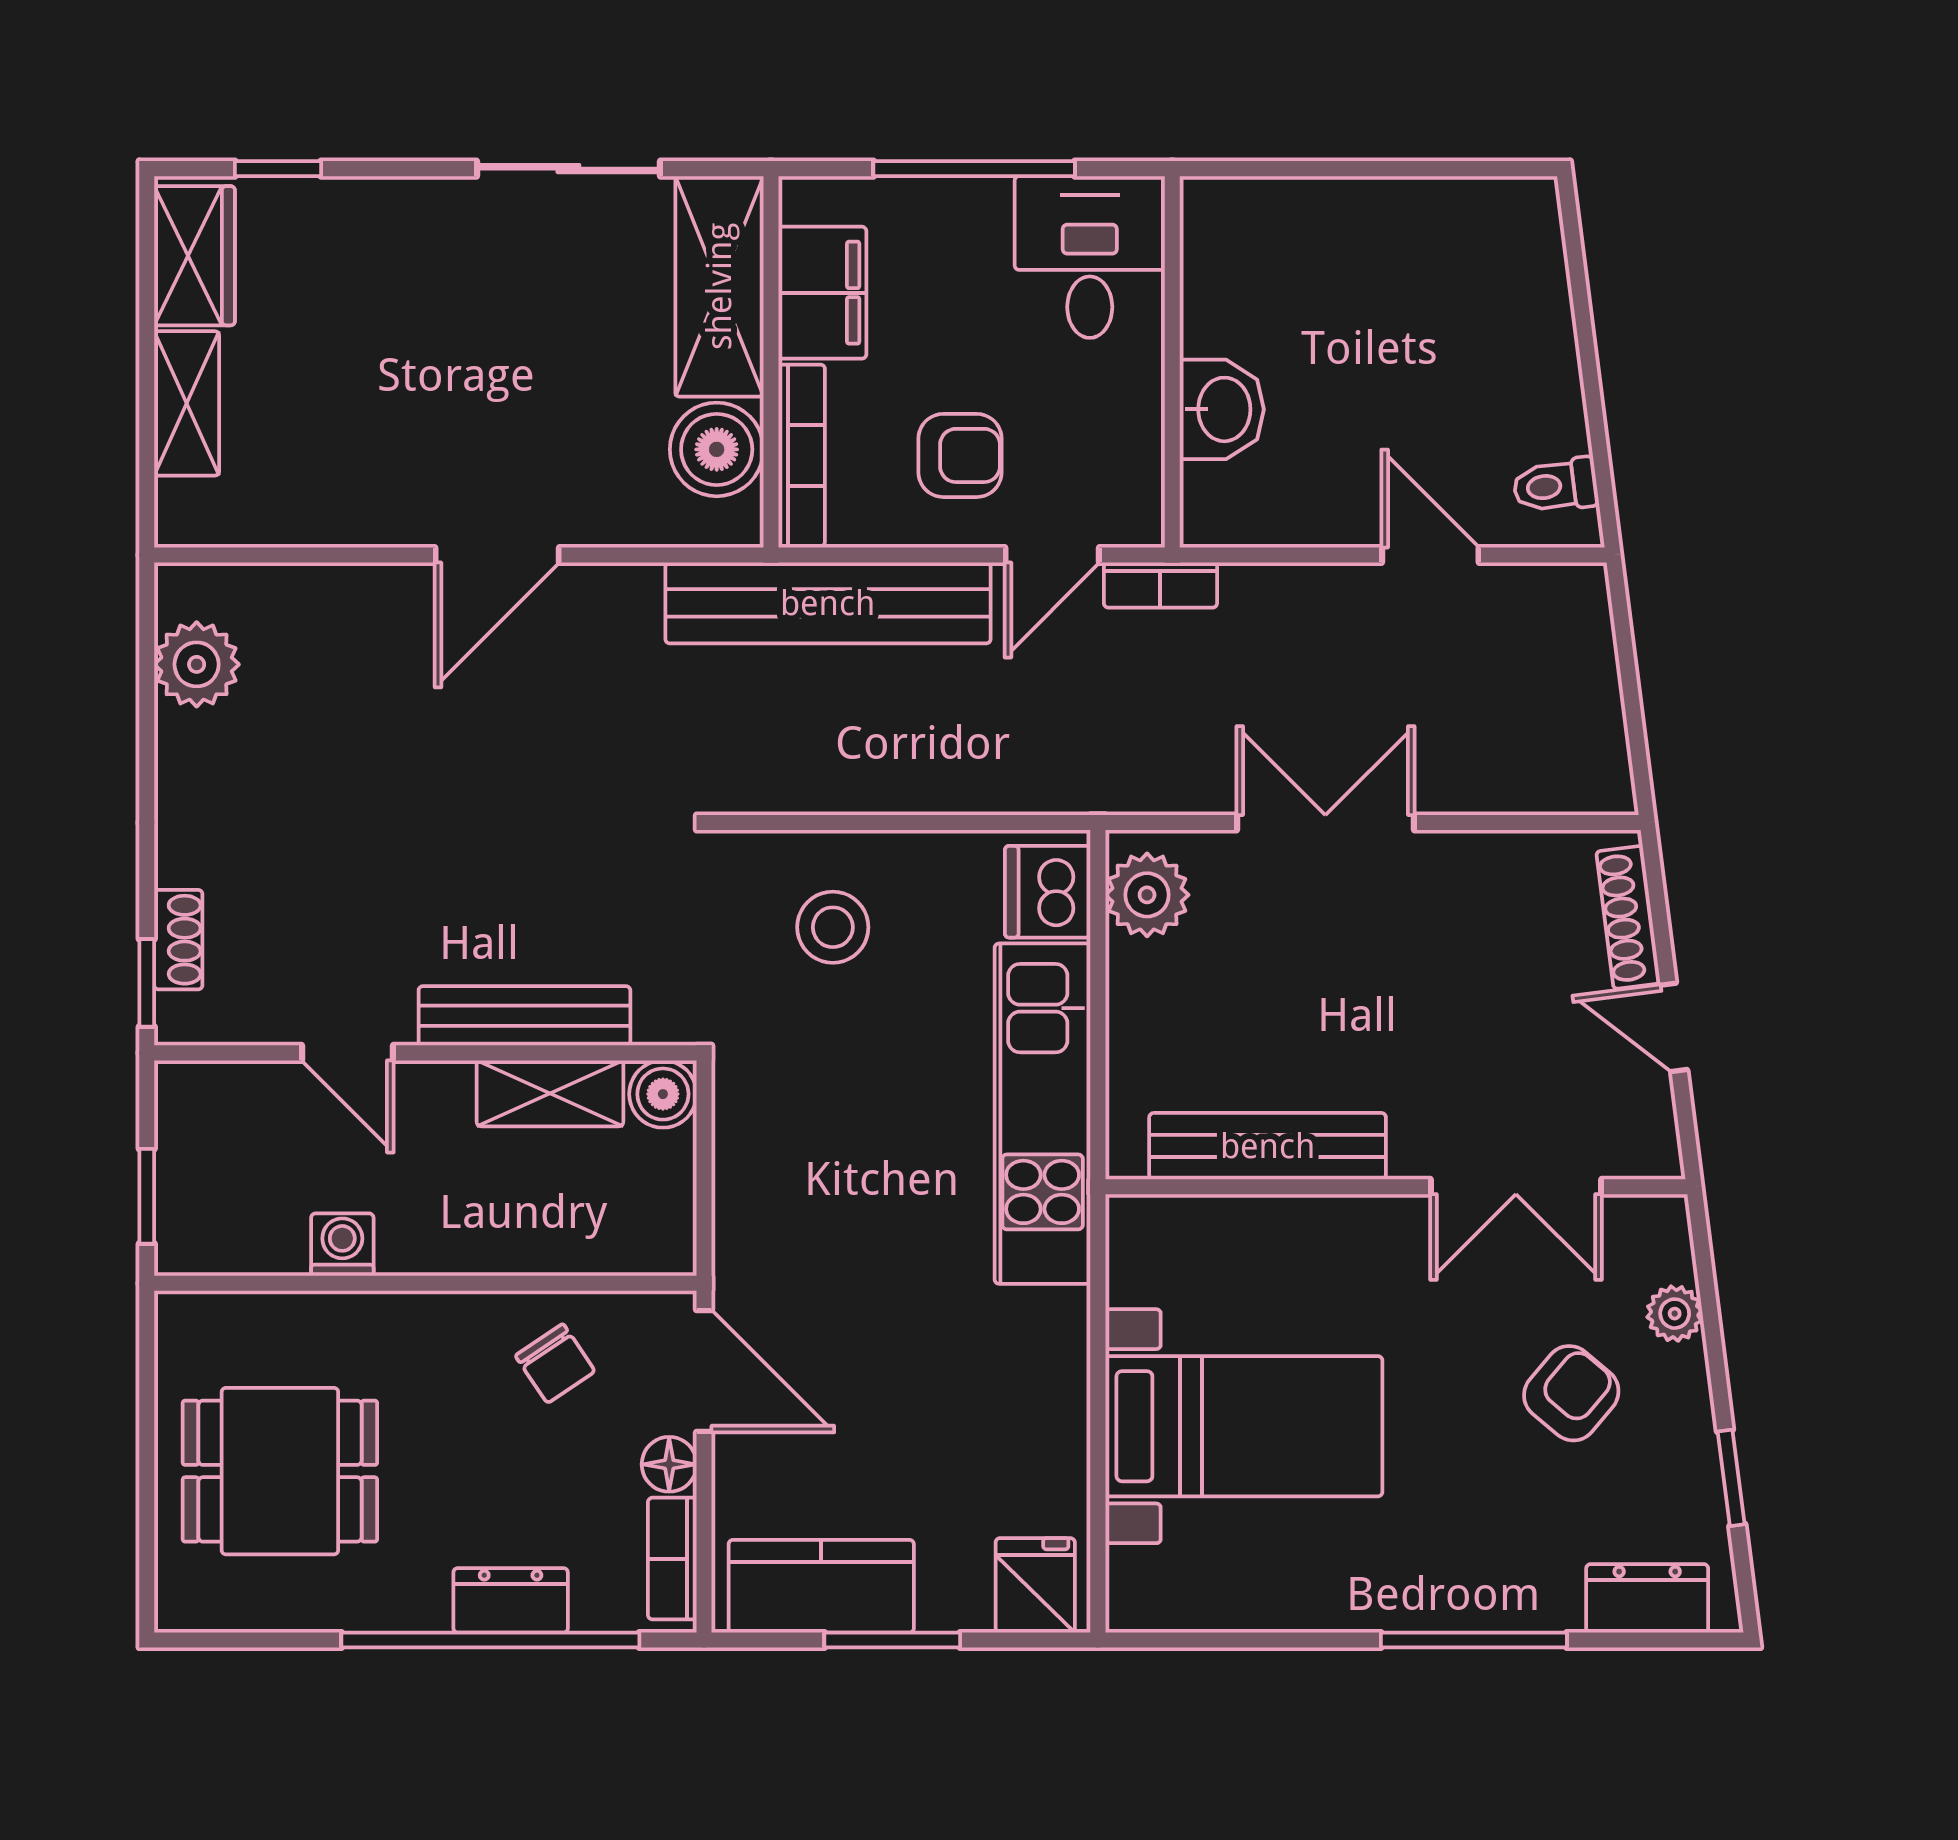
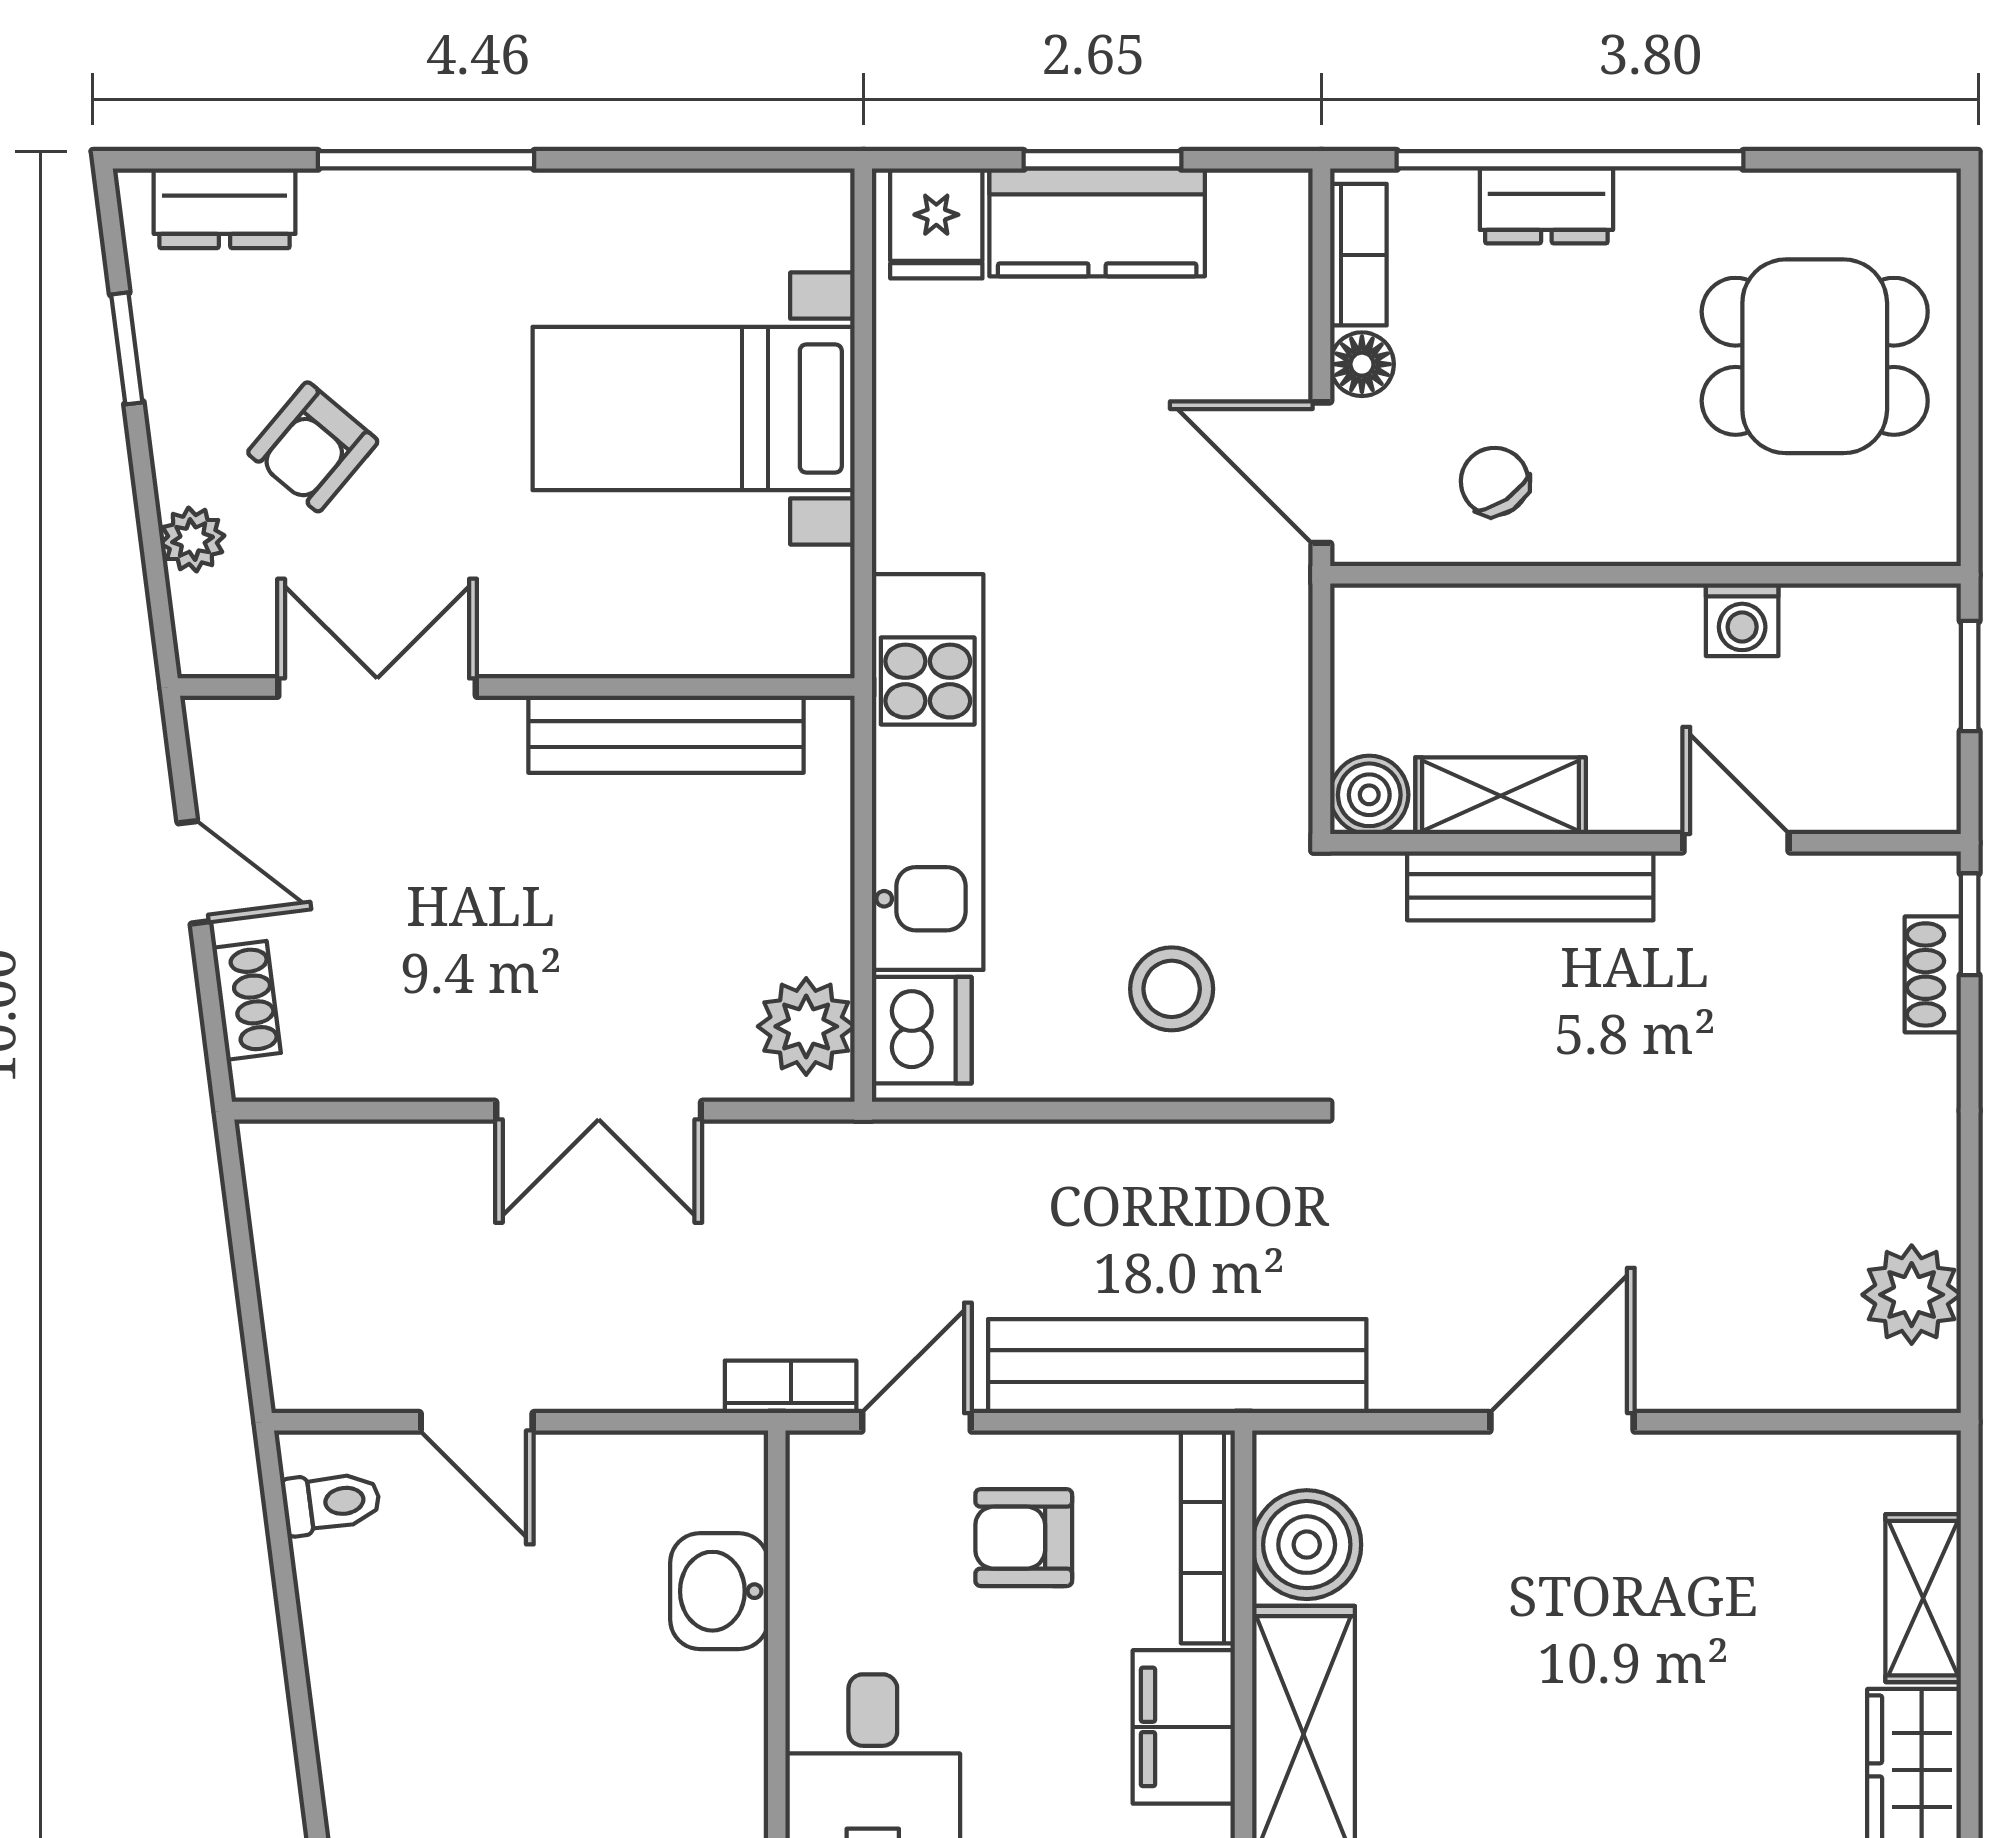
shoe rack: (1628, 917) -> (247, 1000), width x0.70
kitchen counter: (821, 1586) -> (1097, 222), moved

